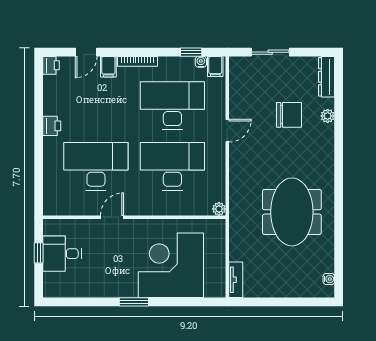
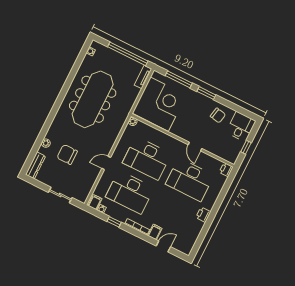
window: (191, 52) -> (114, 222), moved
printer: (51, 65) -> (226, 170), moved
meeting table: (292, 212) -> (93, 99), width x1.36
door: (112, 217) -> (195, 147), hinge flipped
desk: (62, 254) -> (241, 127), moved, turned -90
corner desk: (171, 265) -> (159, 104), moved, turned -90
chair: (101, 278) -> (218, 115), added
window: (183, 302) -> (179, 79), added
window: (274, 302) -> (128, 54), added

